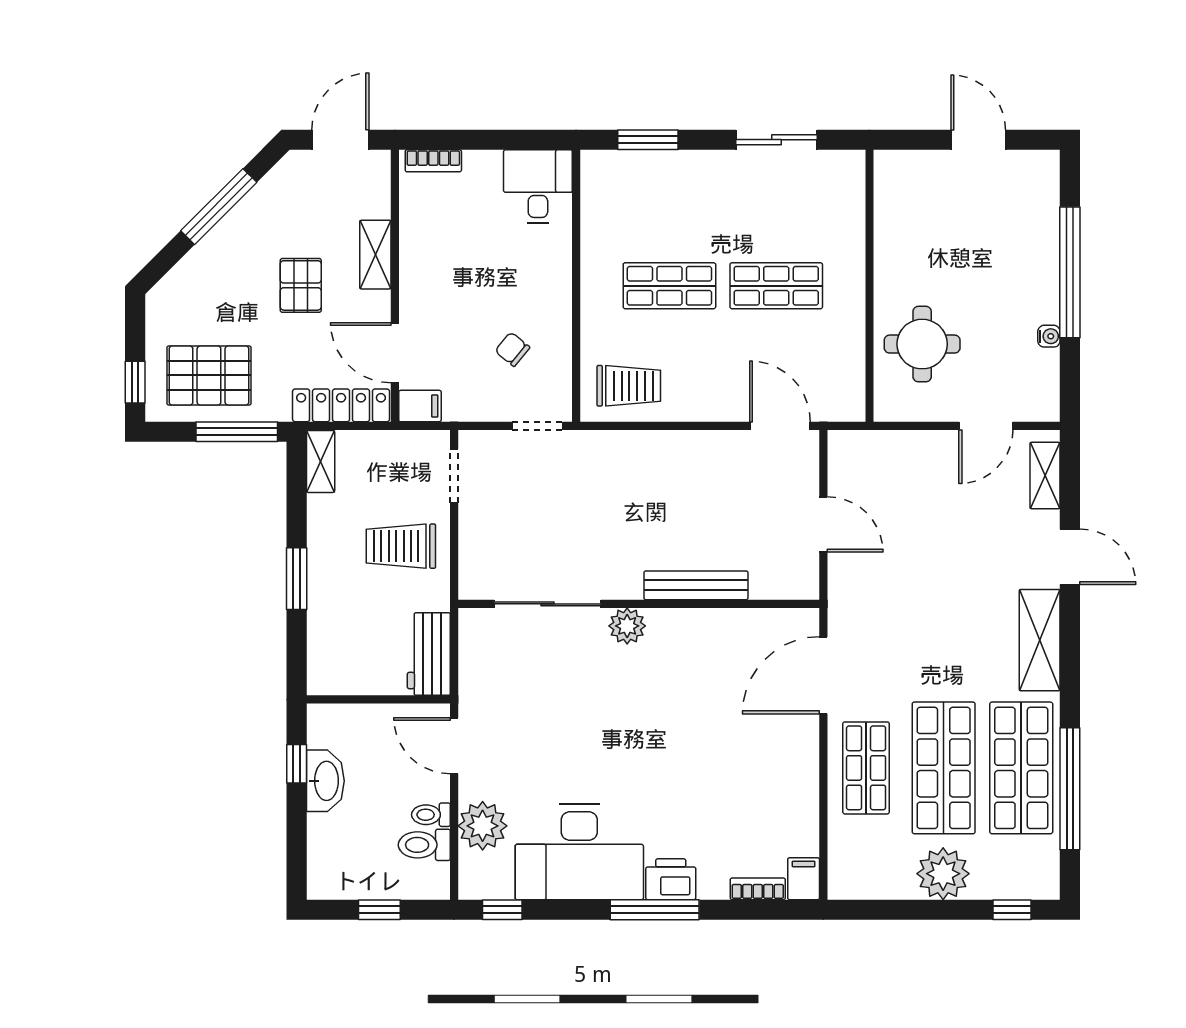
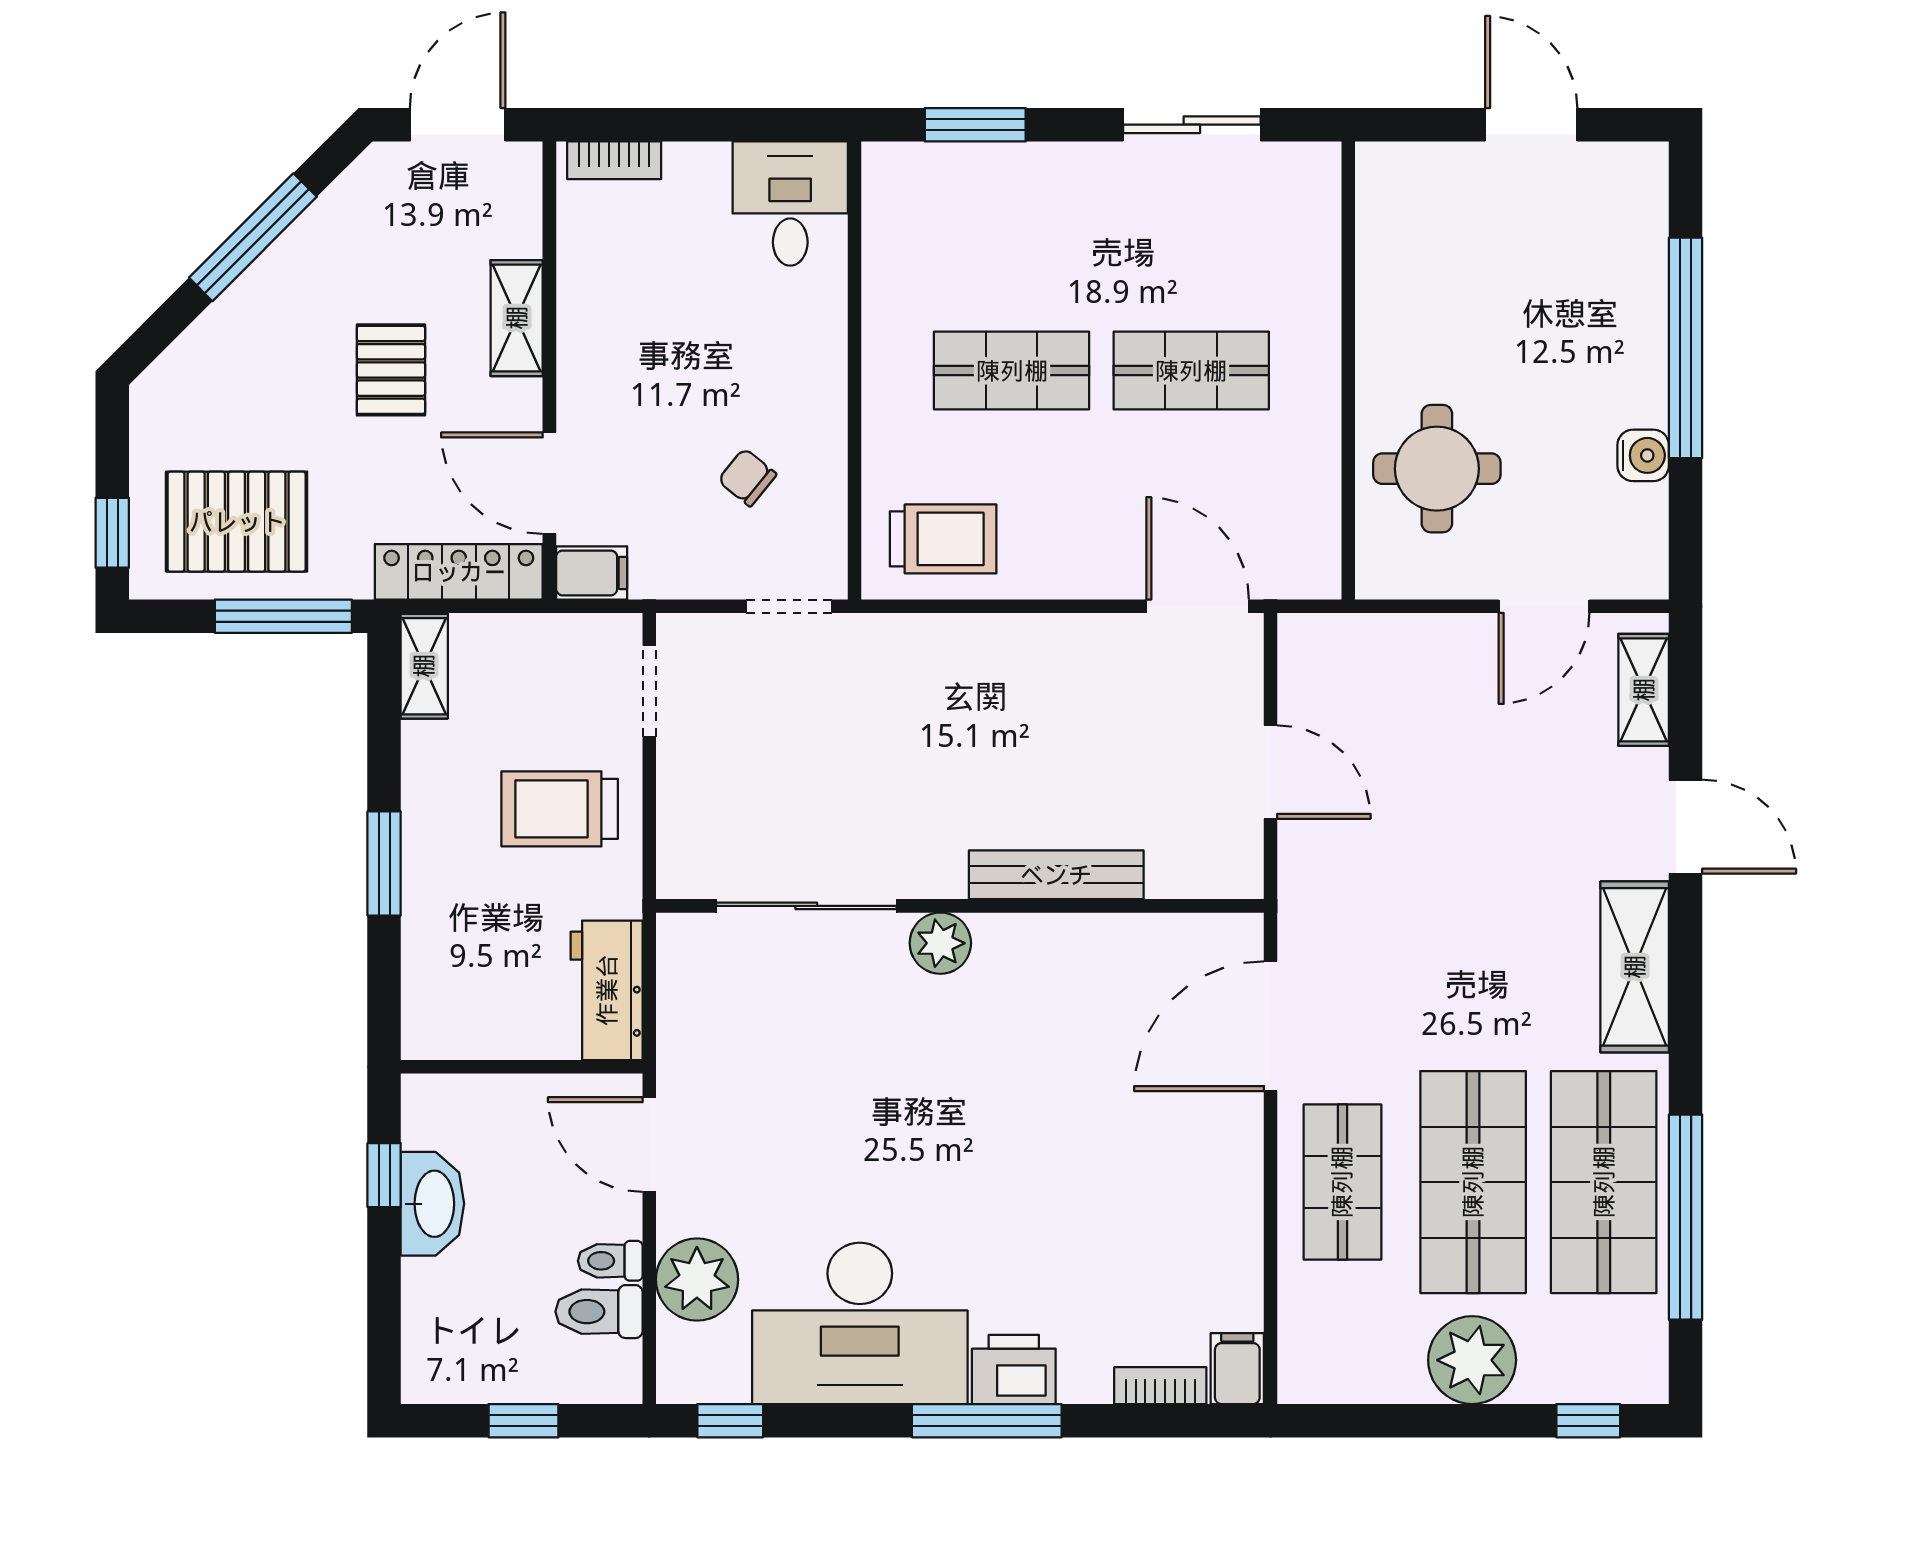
water cooler: (1049, 336) -> (1643, 455), width x1.38, depth x1.38

